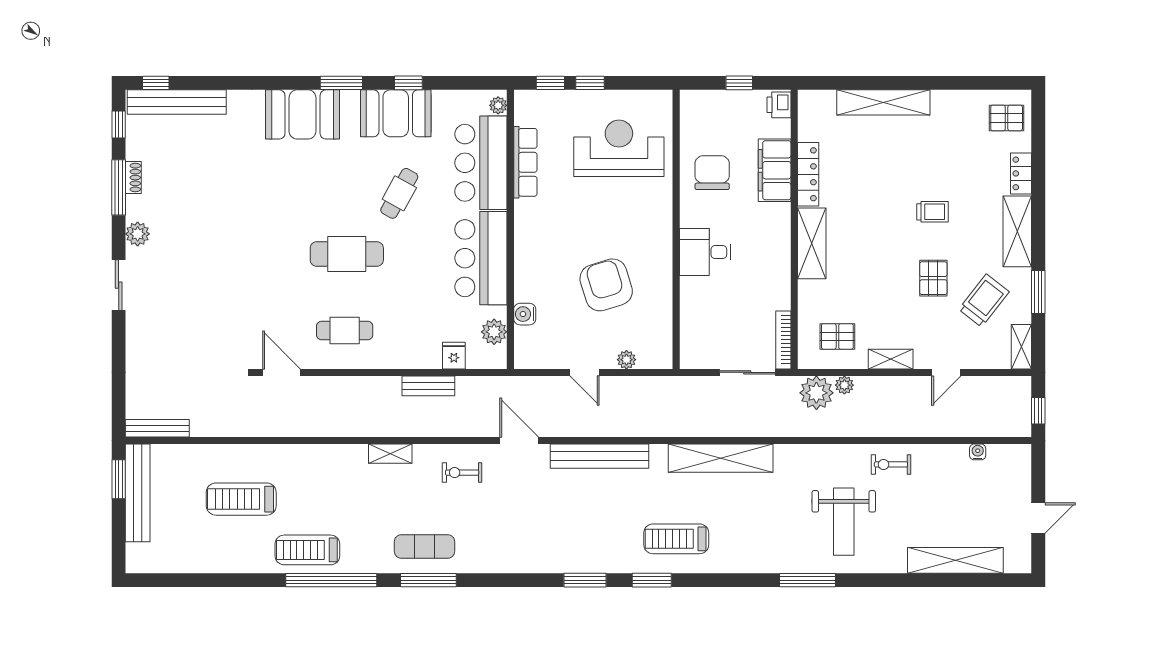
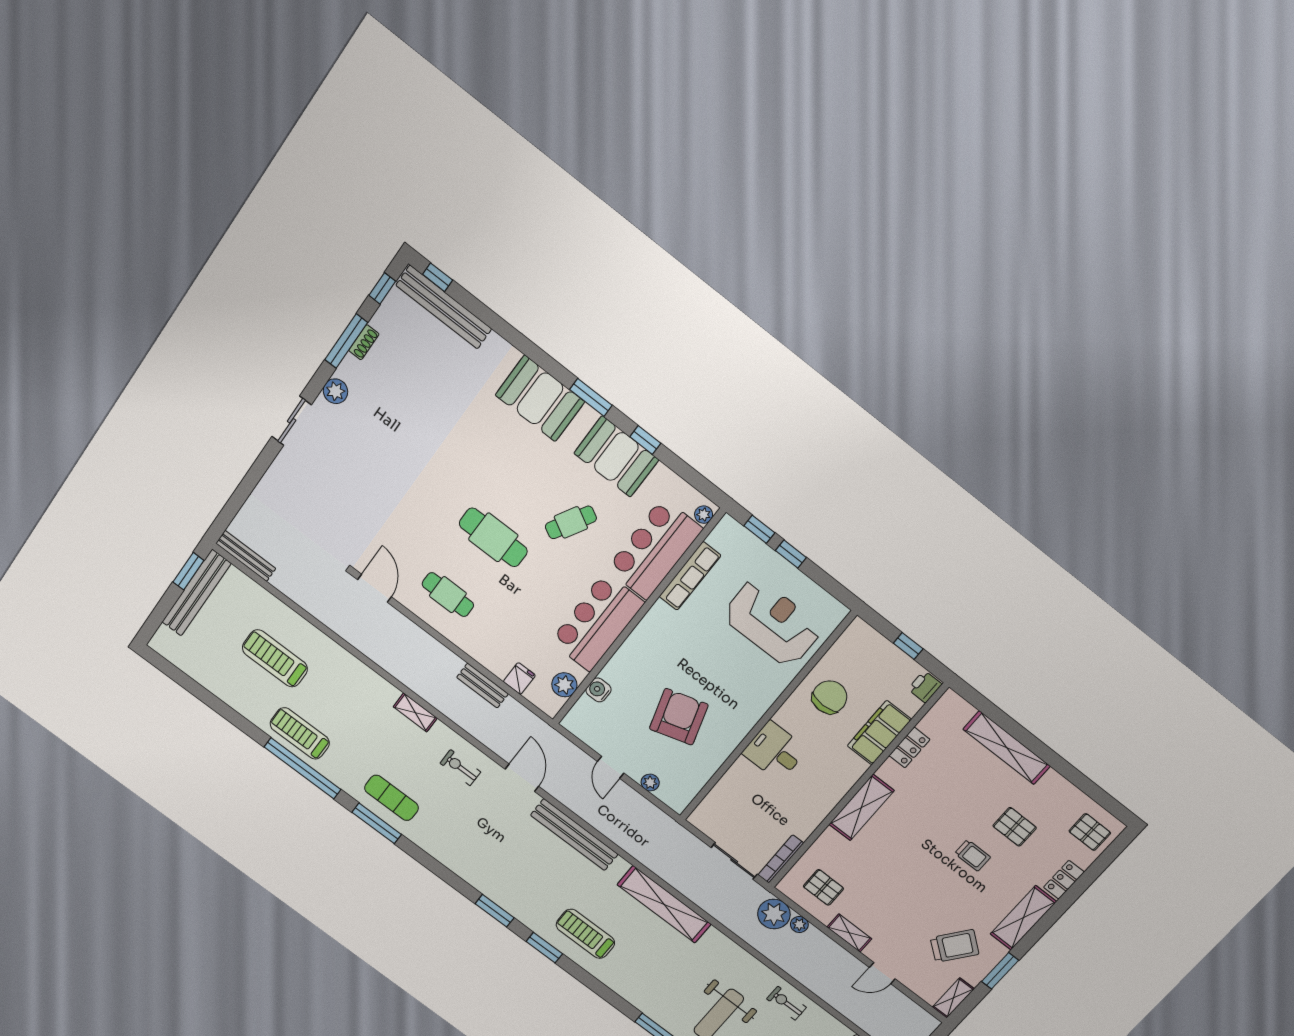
locker: (808, 174) -> (909, 748), width x0.66
pallet: (933, 278) -> (1015, 827), moved, turned 90

